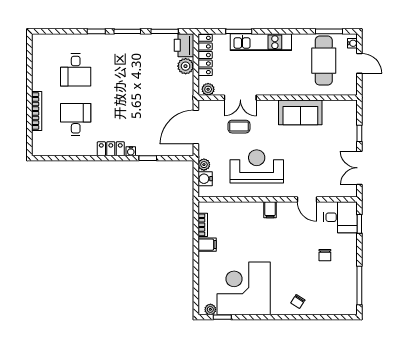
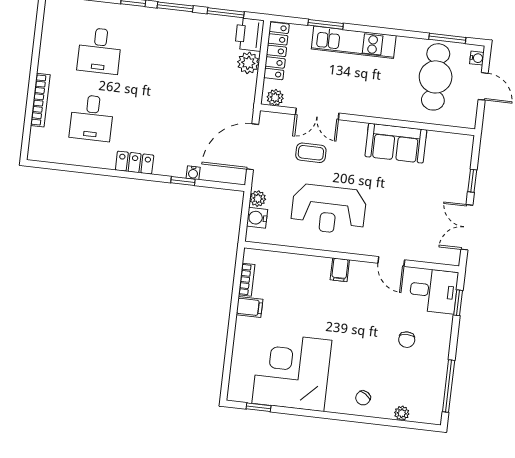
desk: (76, 120) -> (92, 118), turned 180
water cooler: (131, 151) -> (193, 173), moved
reception desk: (257, 166) -> (329, 209), turned 180
plant: (210, 309) -> (402, 413), moved

